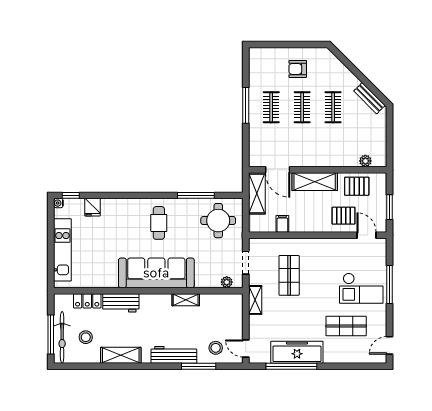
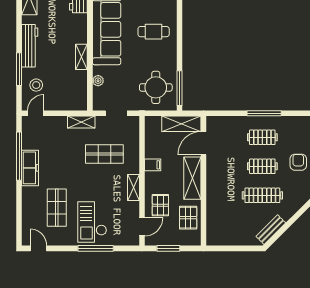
clothes rail: (333, 107) -> (262, 195), width x1.36
plant: (365, 161) -> (212, 226), removed
window: (196, 195) -> (179, 88), moved
filing cabinet: (282, 224) -> (153, 165), moved
shelving: (325, 244) -> (133, 188), added
plant: (227, 282) -> (98, 81), moved
freezer: (297, 352) -> (30, 168), width x0.73, depth x0.79

